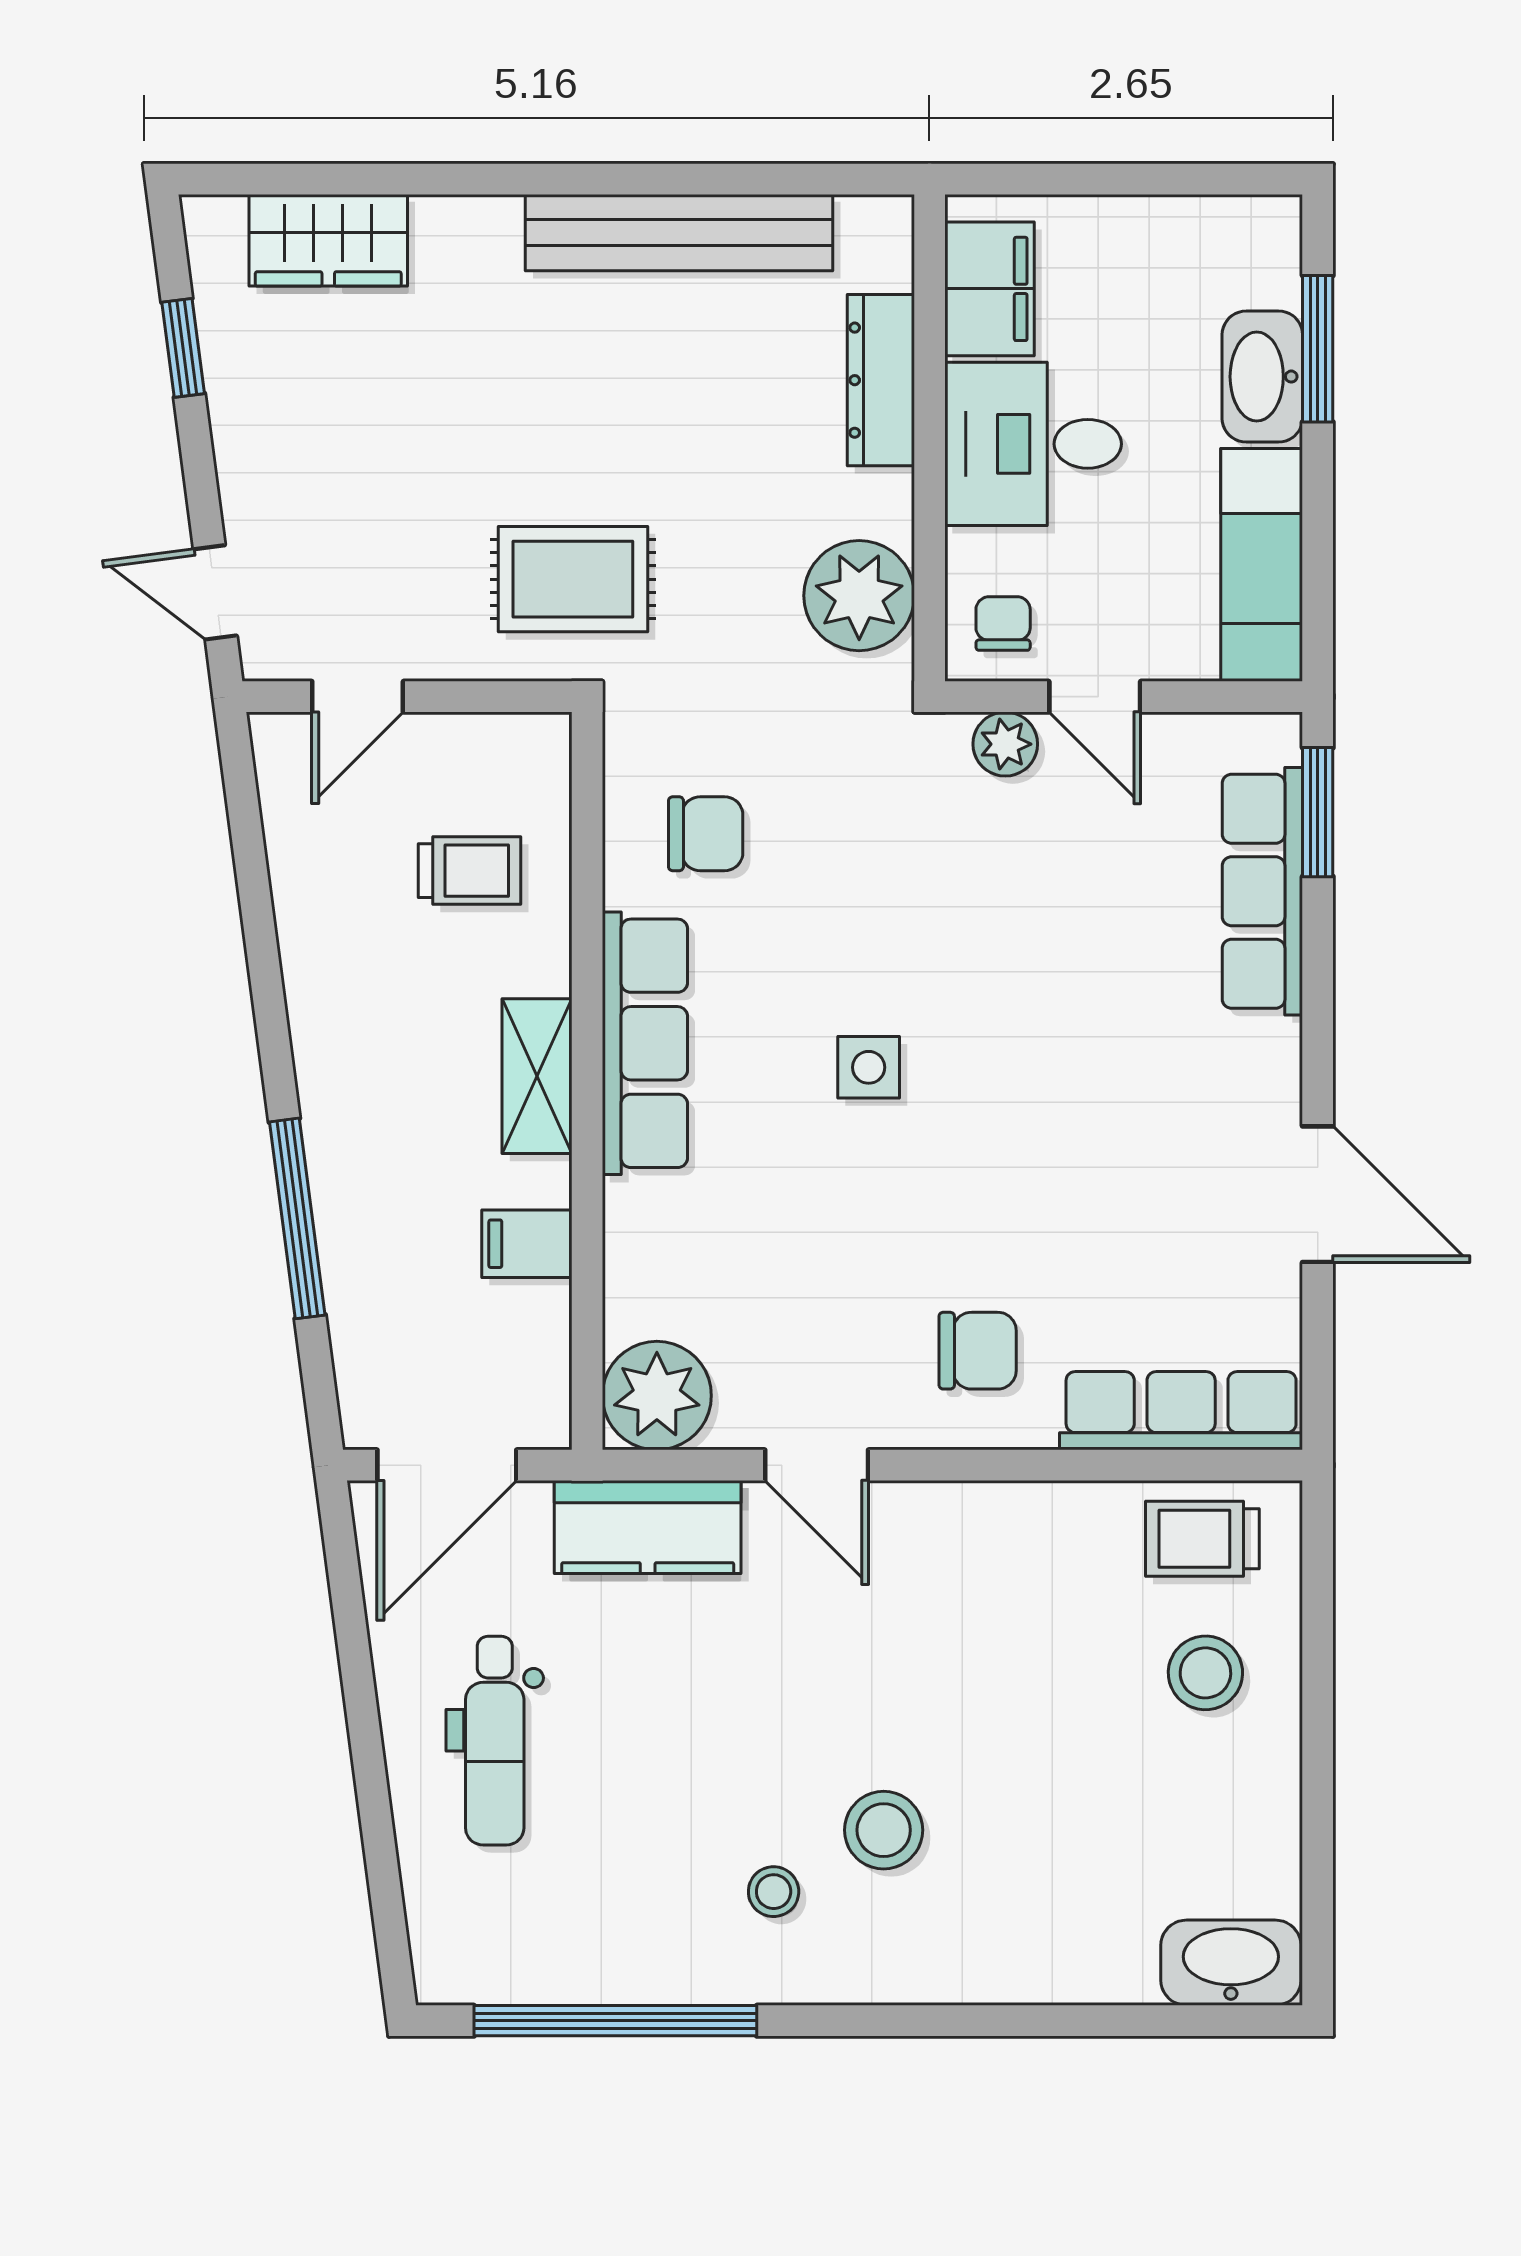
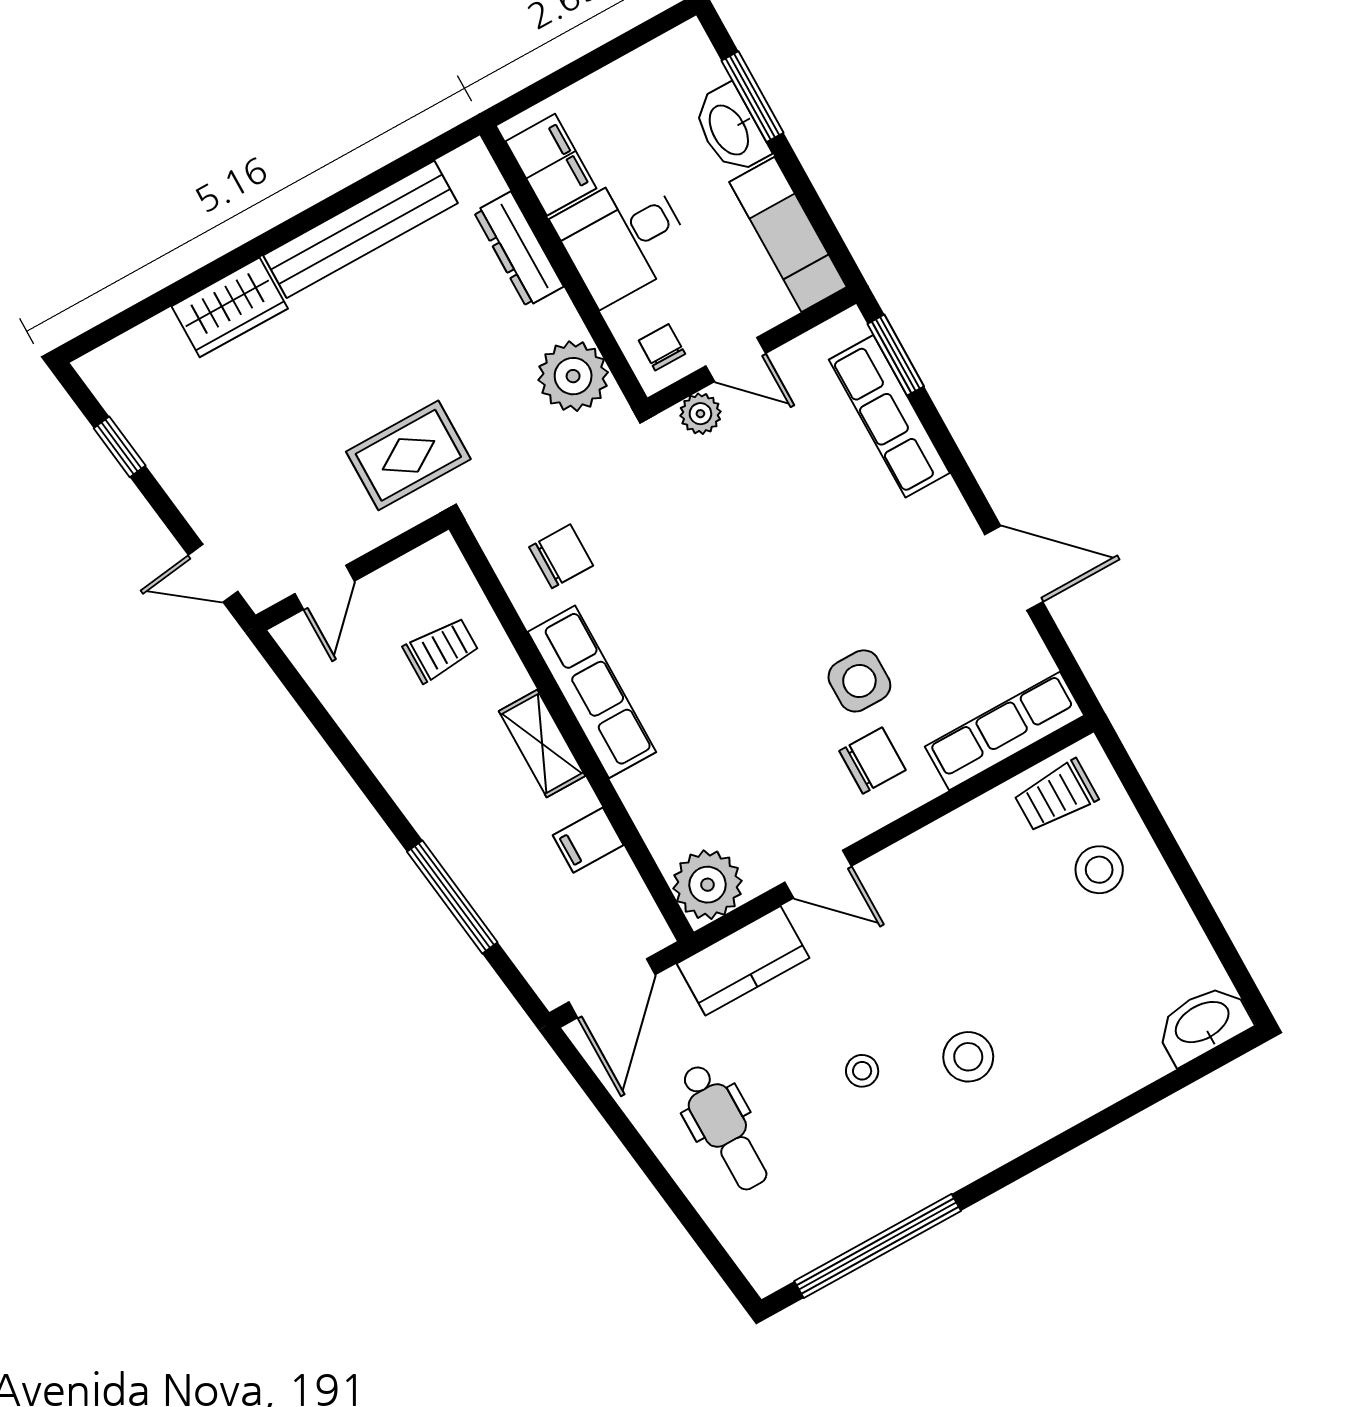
wardrobe: (328, 240) -> (230, 307), moved
side table: (869, 1067) -> (859, 681), moved, width x1.37, depth x1.37
stool: (774, 1892) -> (862, 1071), moved

